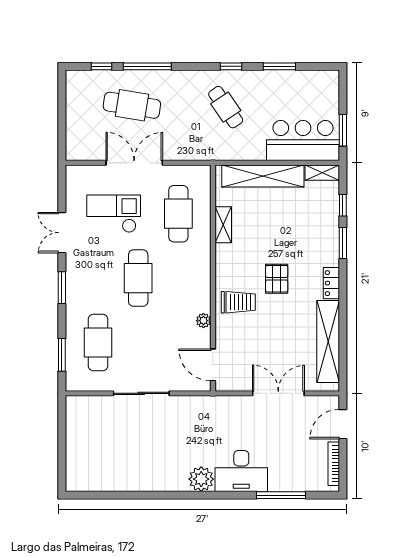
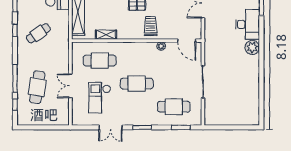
double door: (134, 163) -> (70, 86), width x0.73
door: (213, 365) -> (187, 41), hinge flipped

